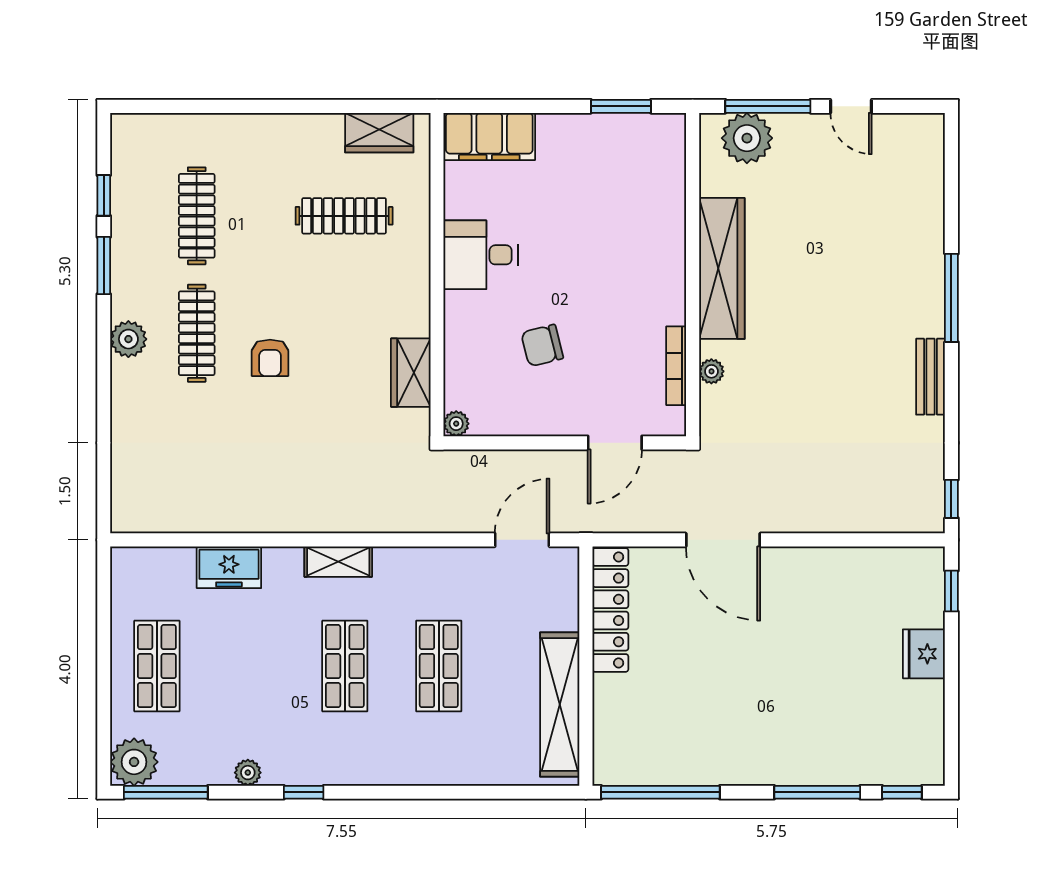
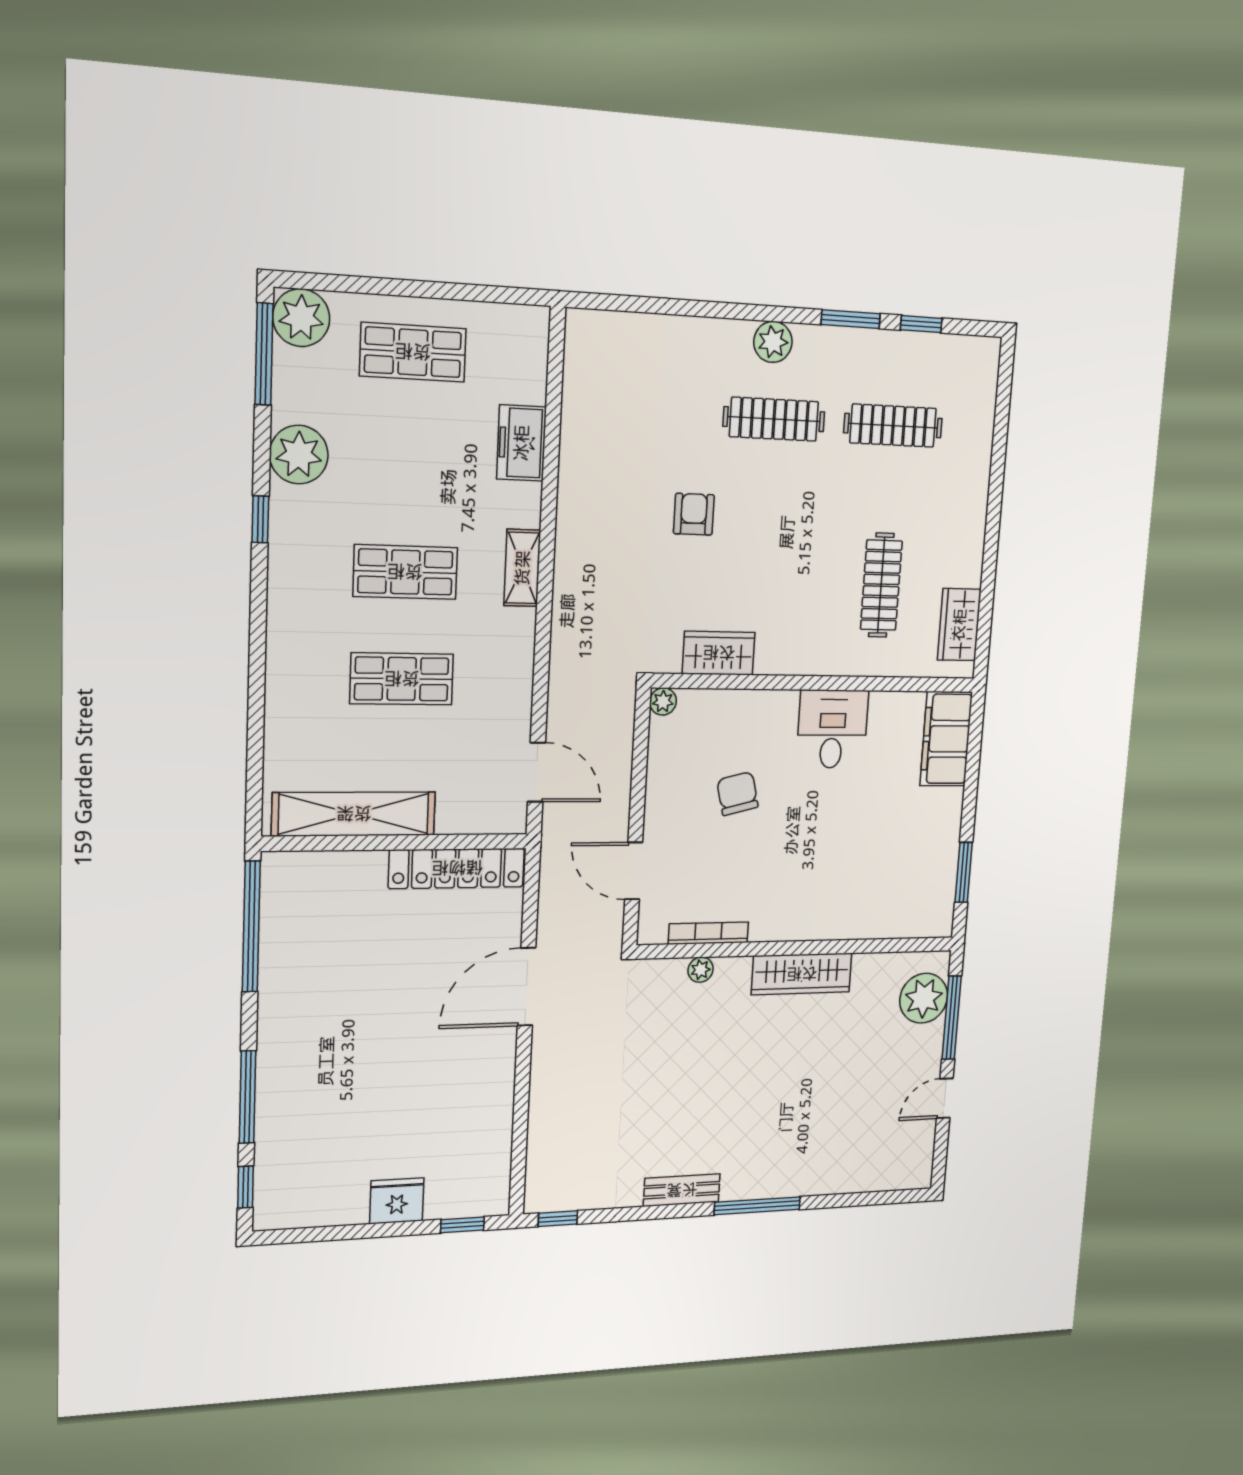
wardrobe: (722, 268) -> (802, 974), width x0.71, depth x0.85
armchair: (270, 358) -> (694, 514), moved, turned 90
plant: (248, 773) -> (299, 455), width x1.88, depth x1.88

